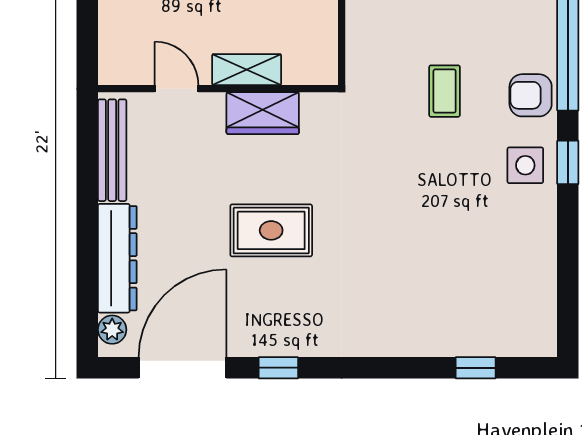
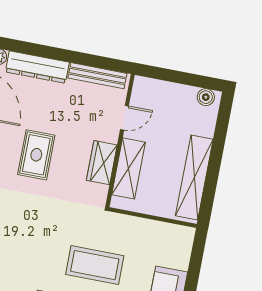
shelving: (247, 70) -> (129, 168), width x1.50, depth x1.33
coffee table: (445, 91) -> (95, 265), width x1.86, depth x1.72

